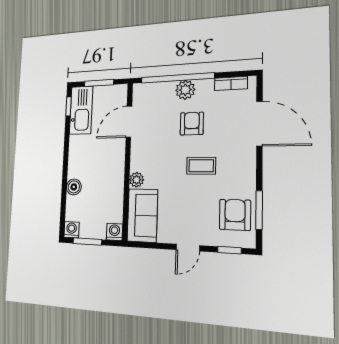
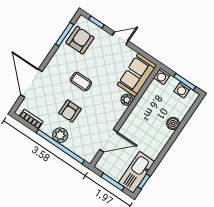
armchair: (235, 215) -> (80, 40), turned 180
washing machine: (72, 230) -> (182, 90), moved

